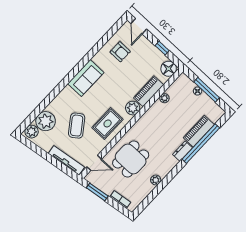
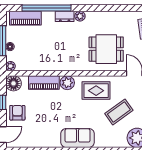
armchair: (120, 52) -> (17, 113), moved
plant: (164, 98) -> (11, 66), moved
piano: (199, 131) -> (25, 18), moved
plant: (156, 180) -> (80, 16), moved

